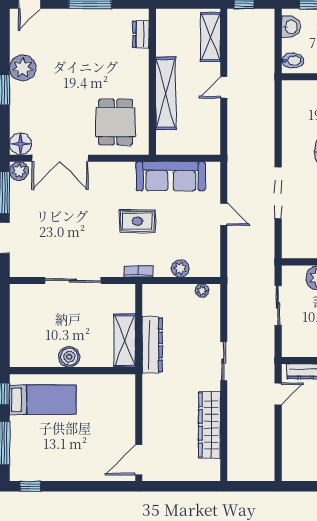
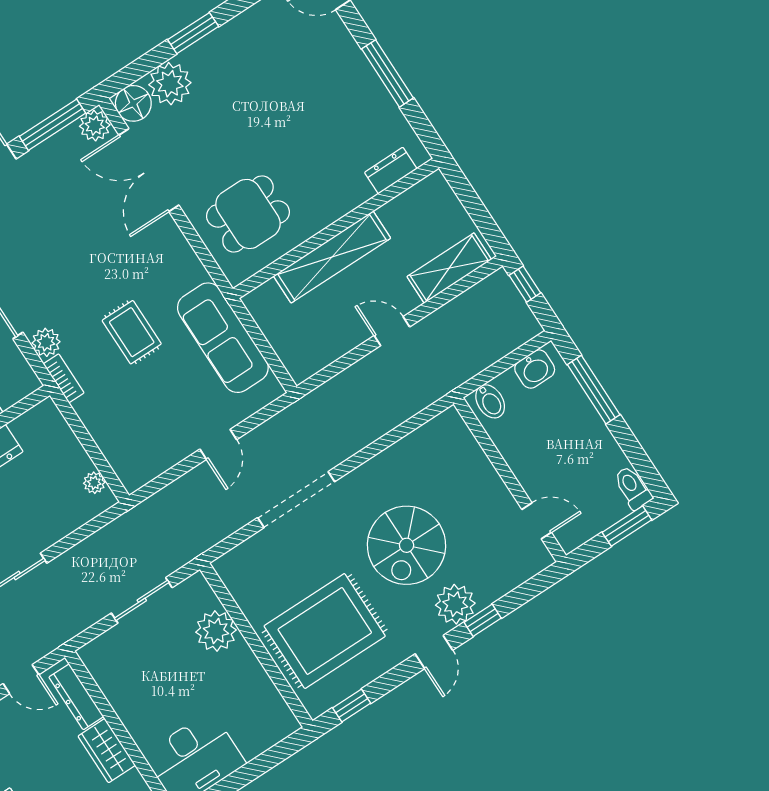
plant: (23, 68) -> (170, 84), moved
plant: (180, 268) -> (46, 342), moved

